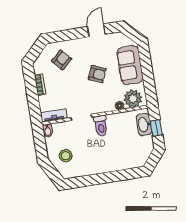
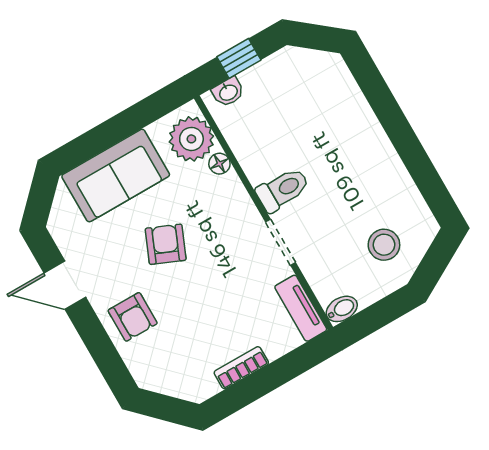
armchair: (62, 60) -> (133, 317), moved, turned -138
washbasin: (144, 125) -> (228, 92), width x0.52, depth x0.69

